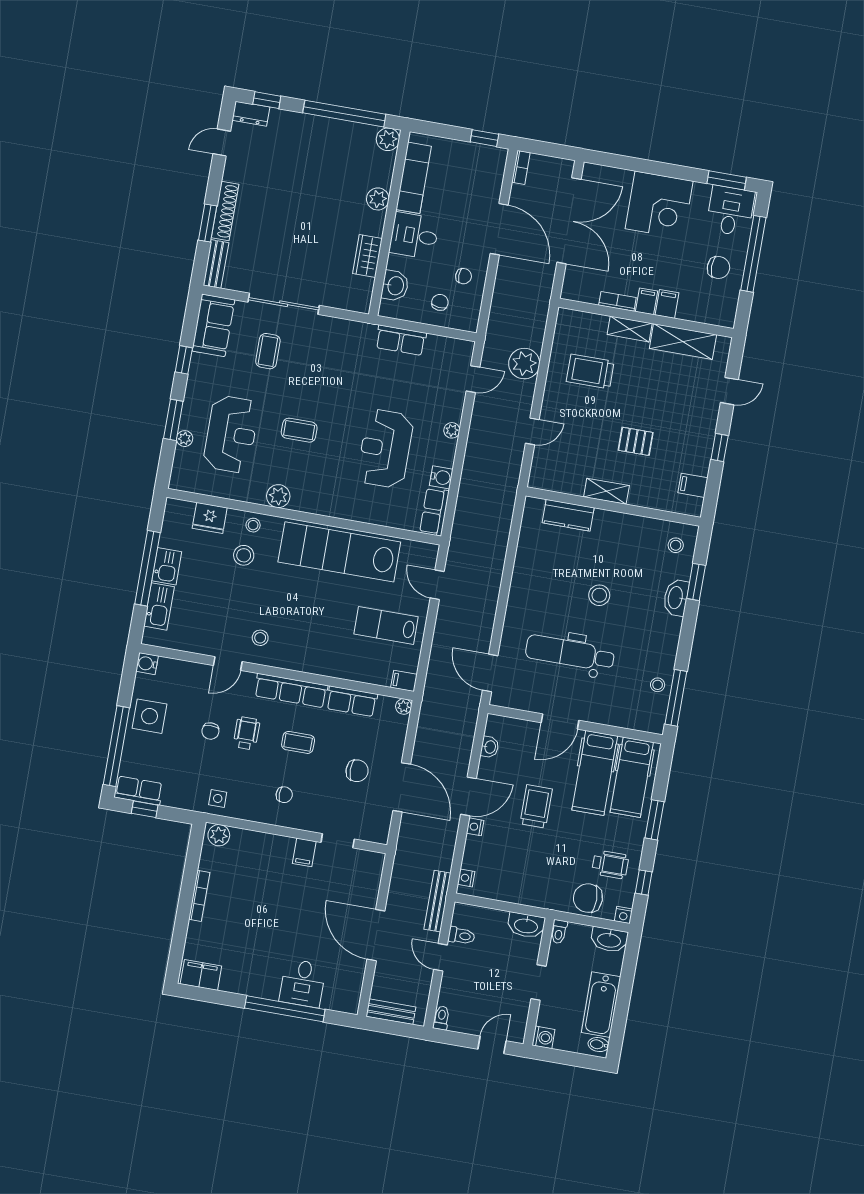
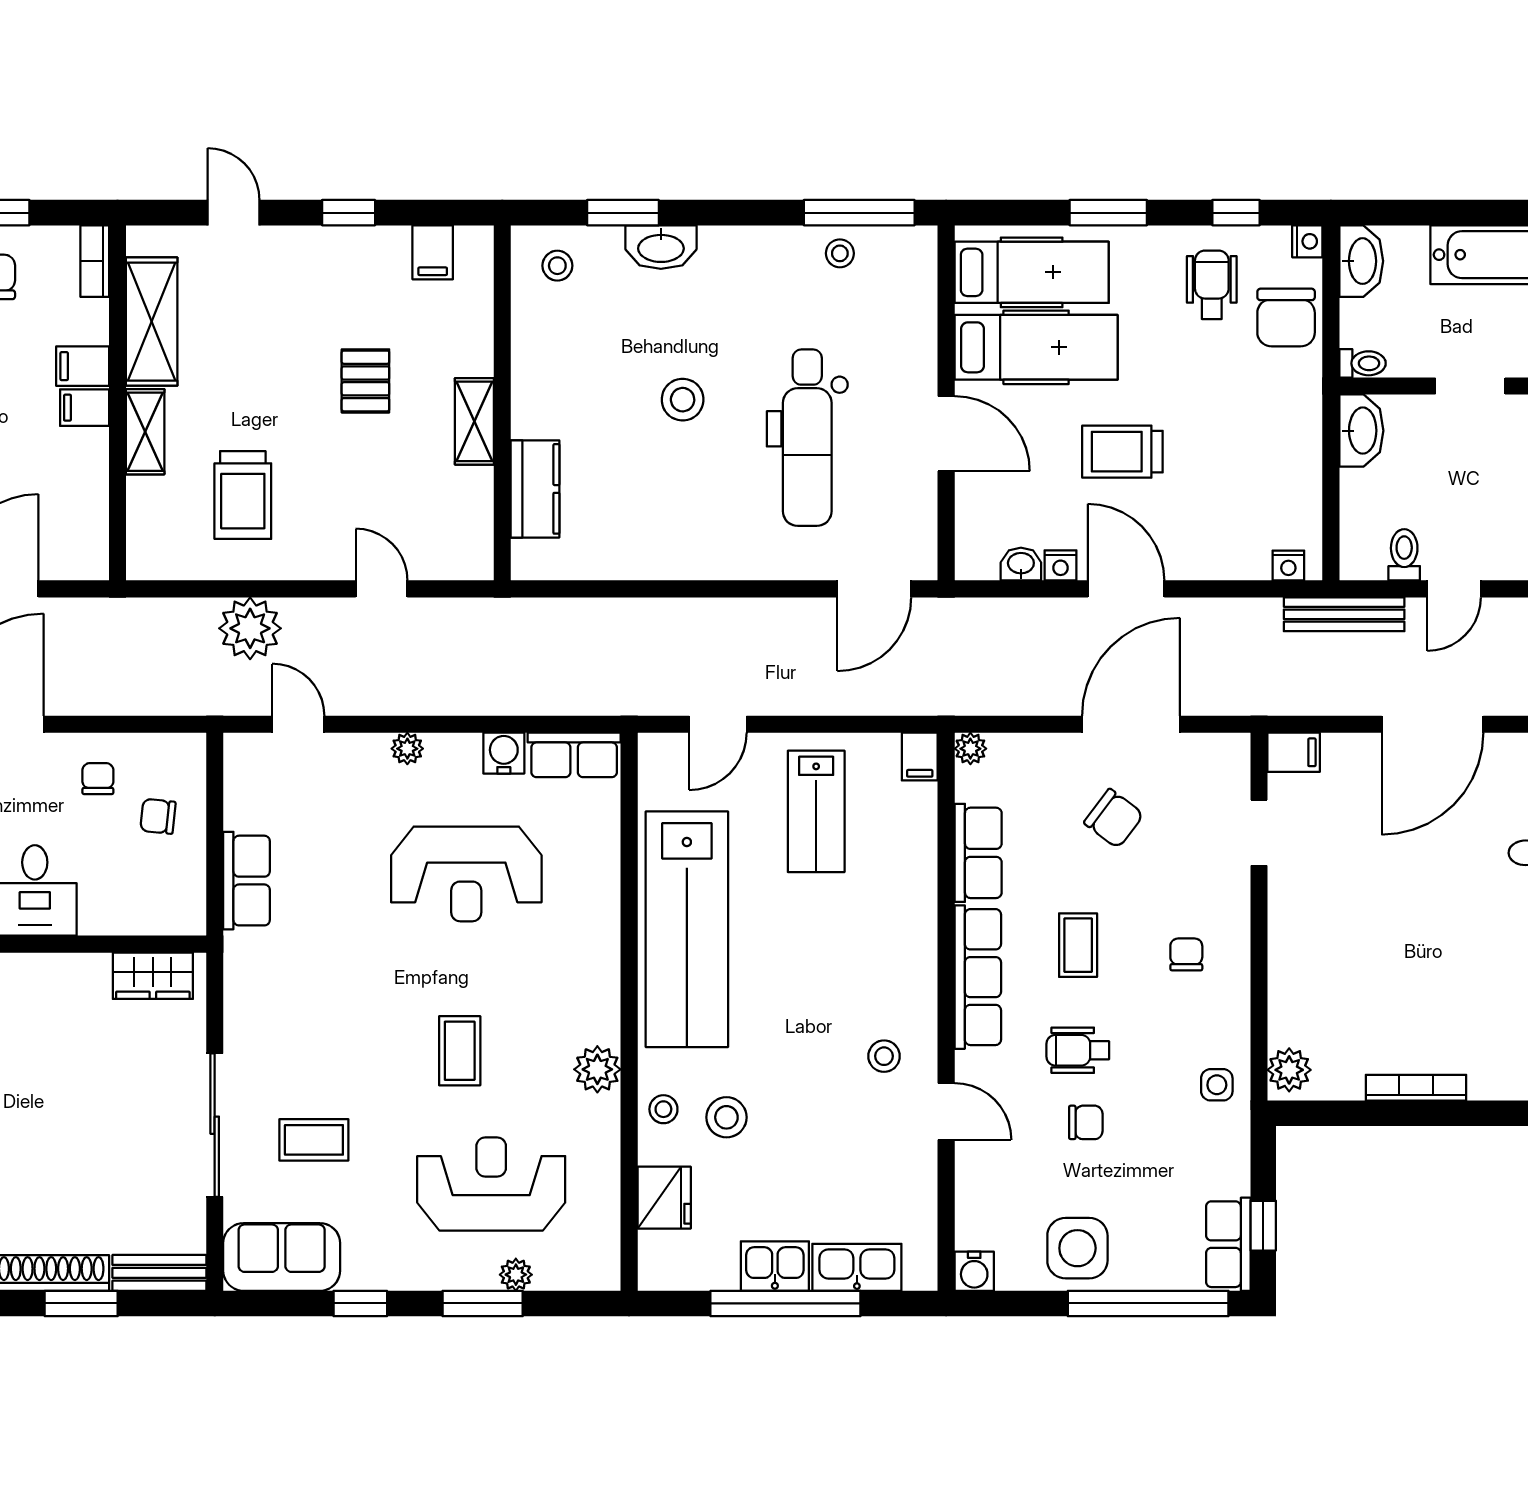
wardrobe: (367, 256) -> (153, 976), moved
washbasin: (395, 286) -> (140, 911), removed
bookcase: (617, 301) -> (95, 261), moved
chair: (357, 771) -> (1114, 818), turned 127
nightstand: (475, 827) -> (1061, 565), moved
filing cabinet: (304, 852) -> (1294, 752), moved

